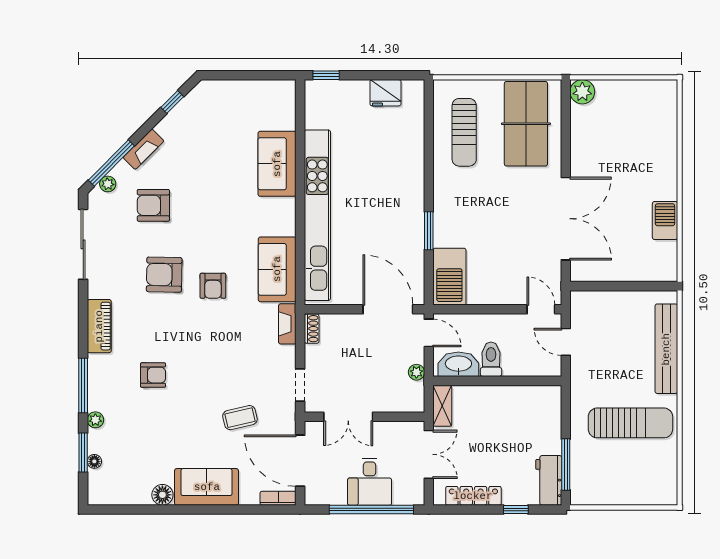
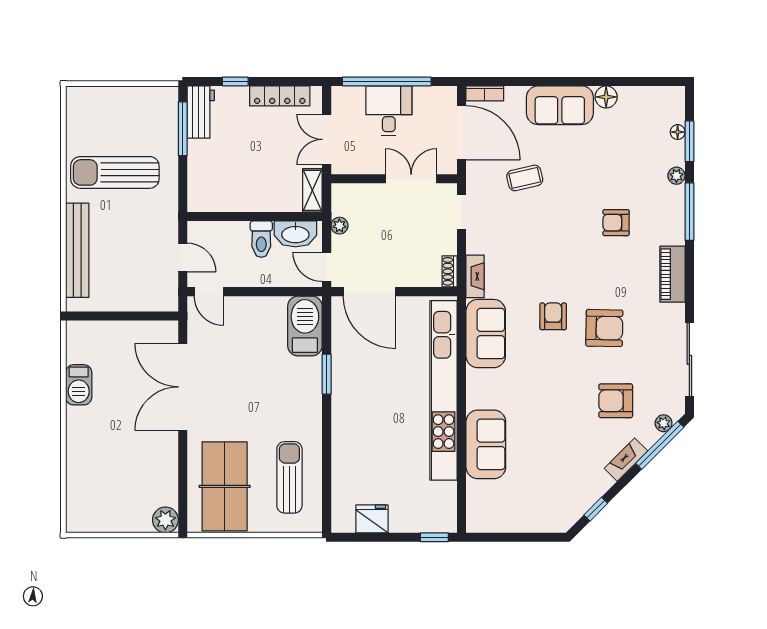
armchair: (153, 205) -> (616, 401), turned 180

